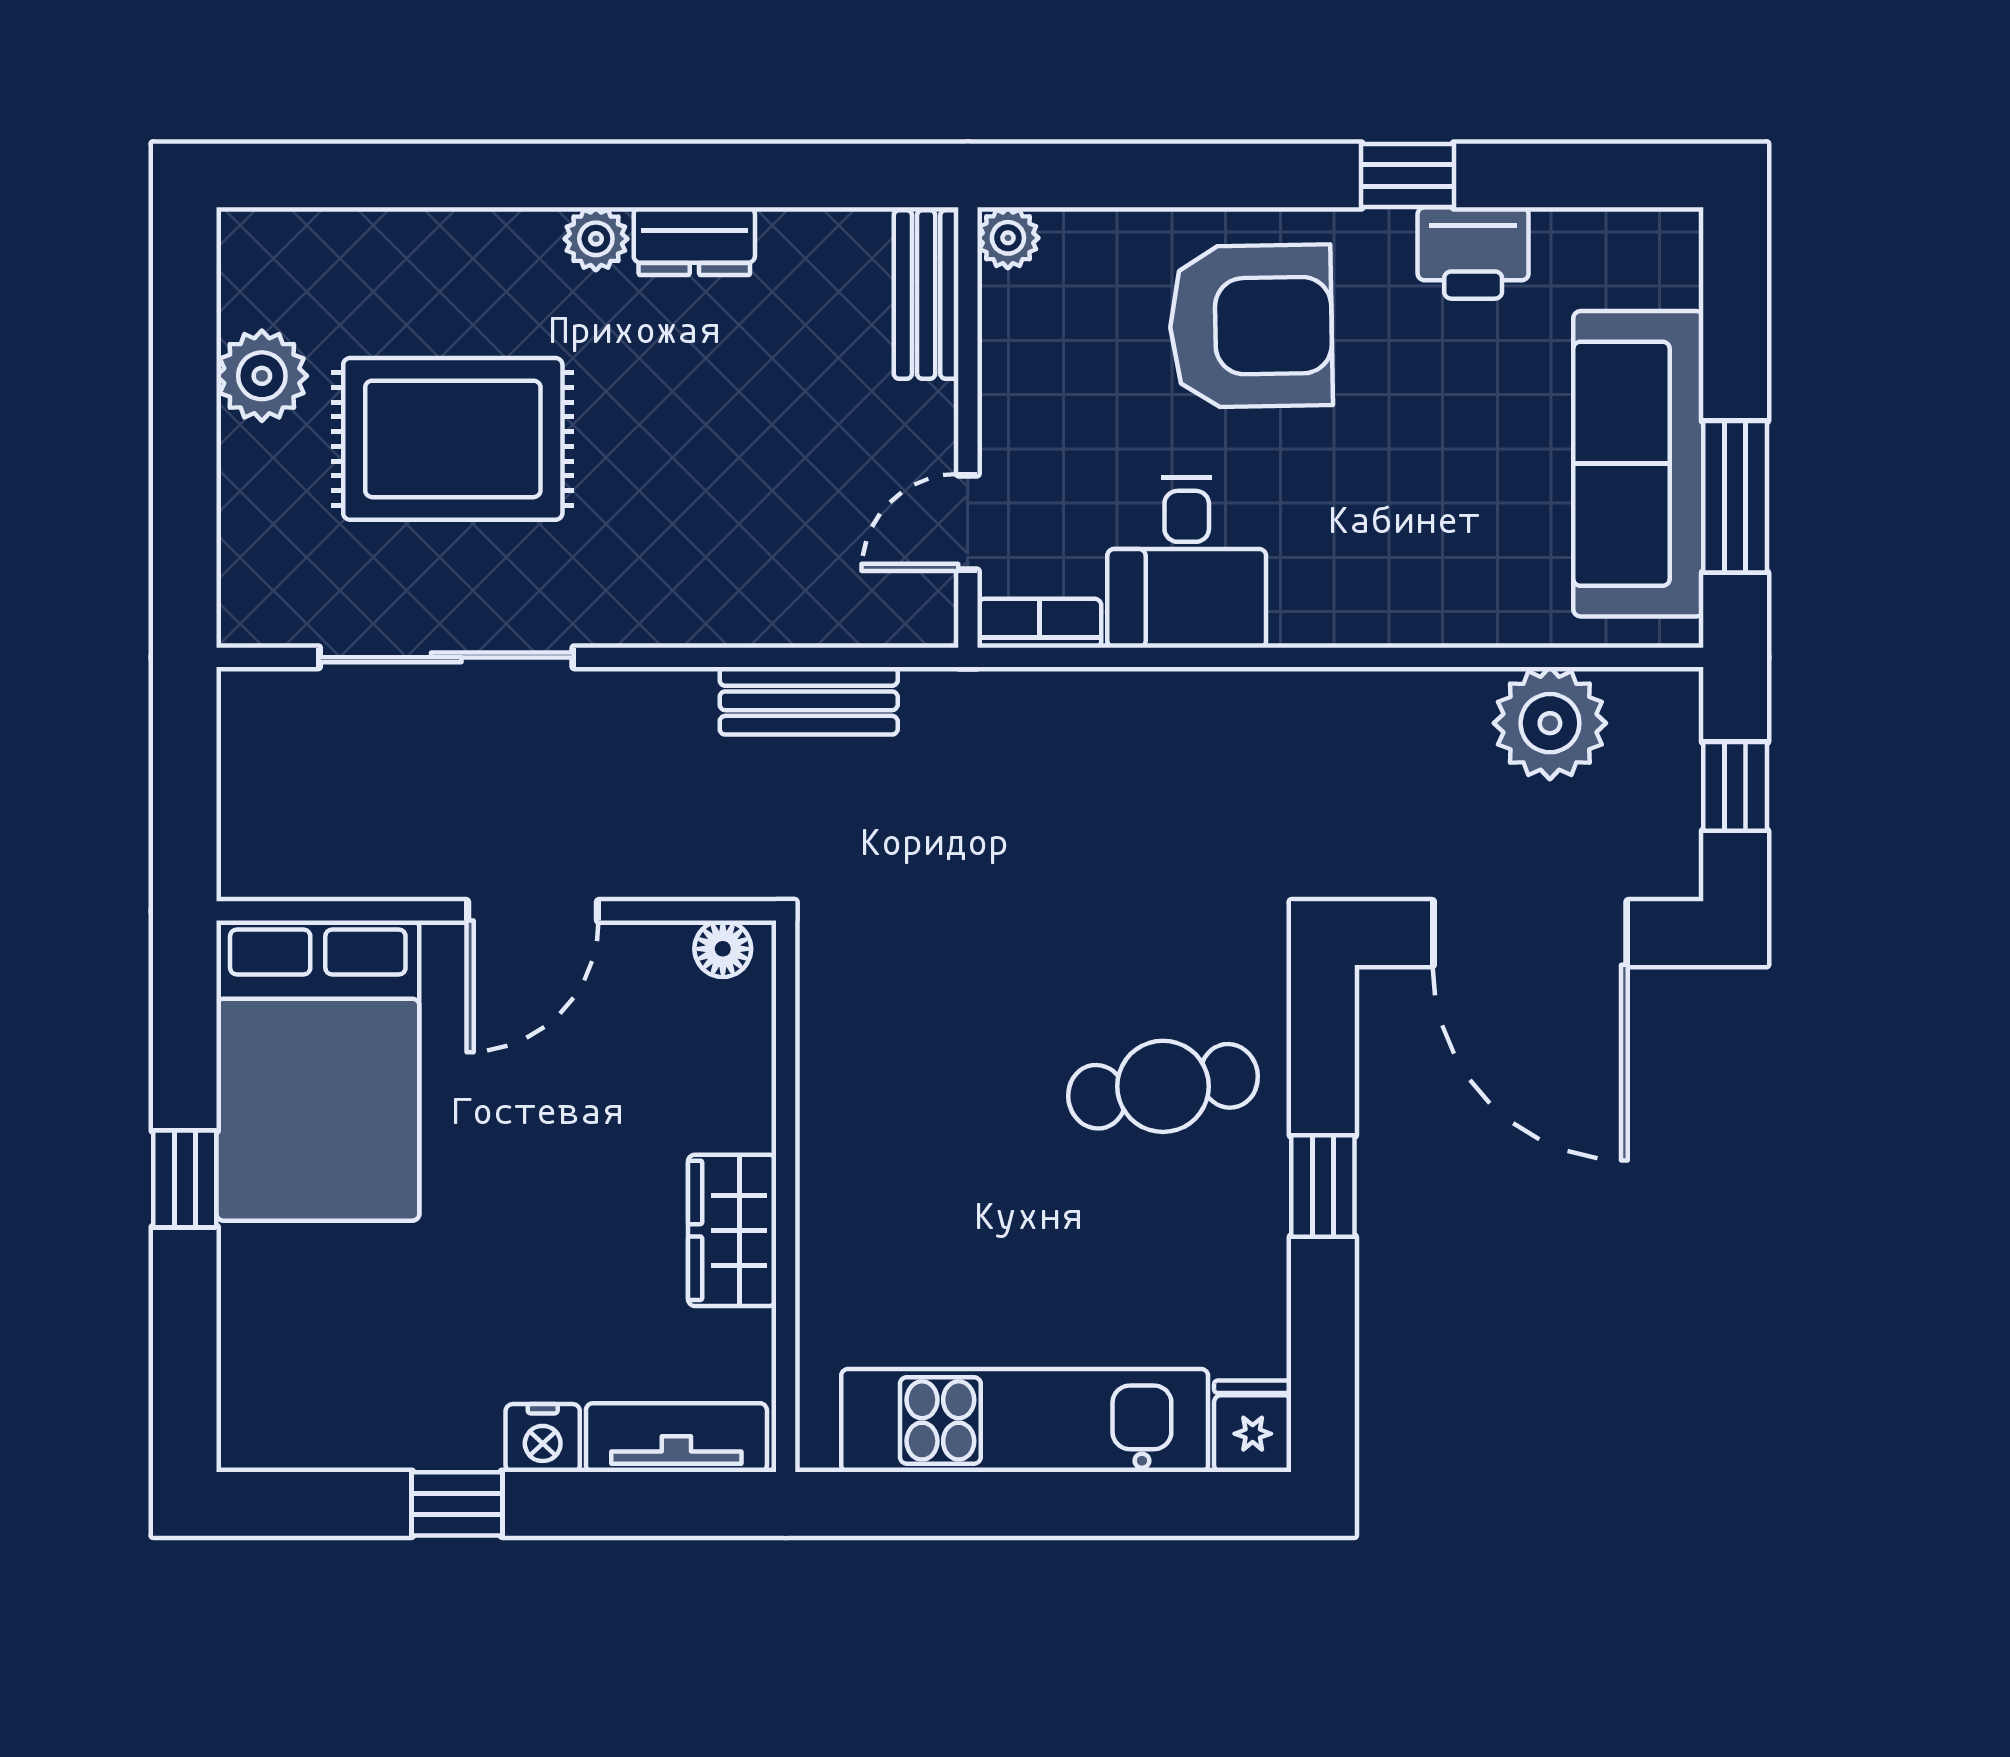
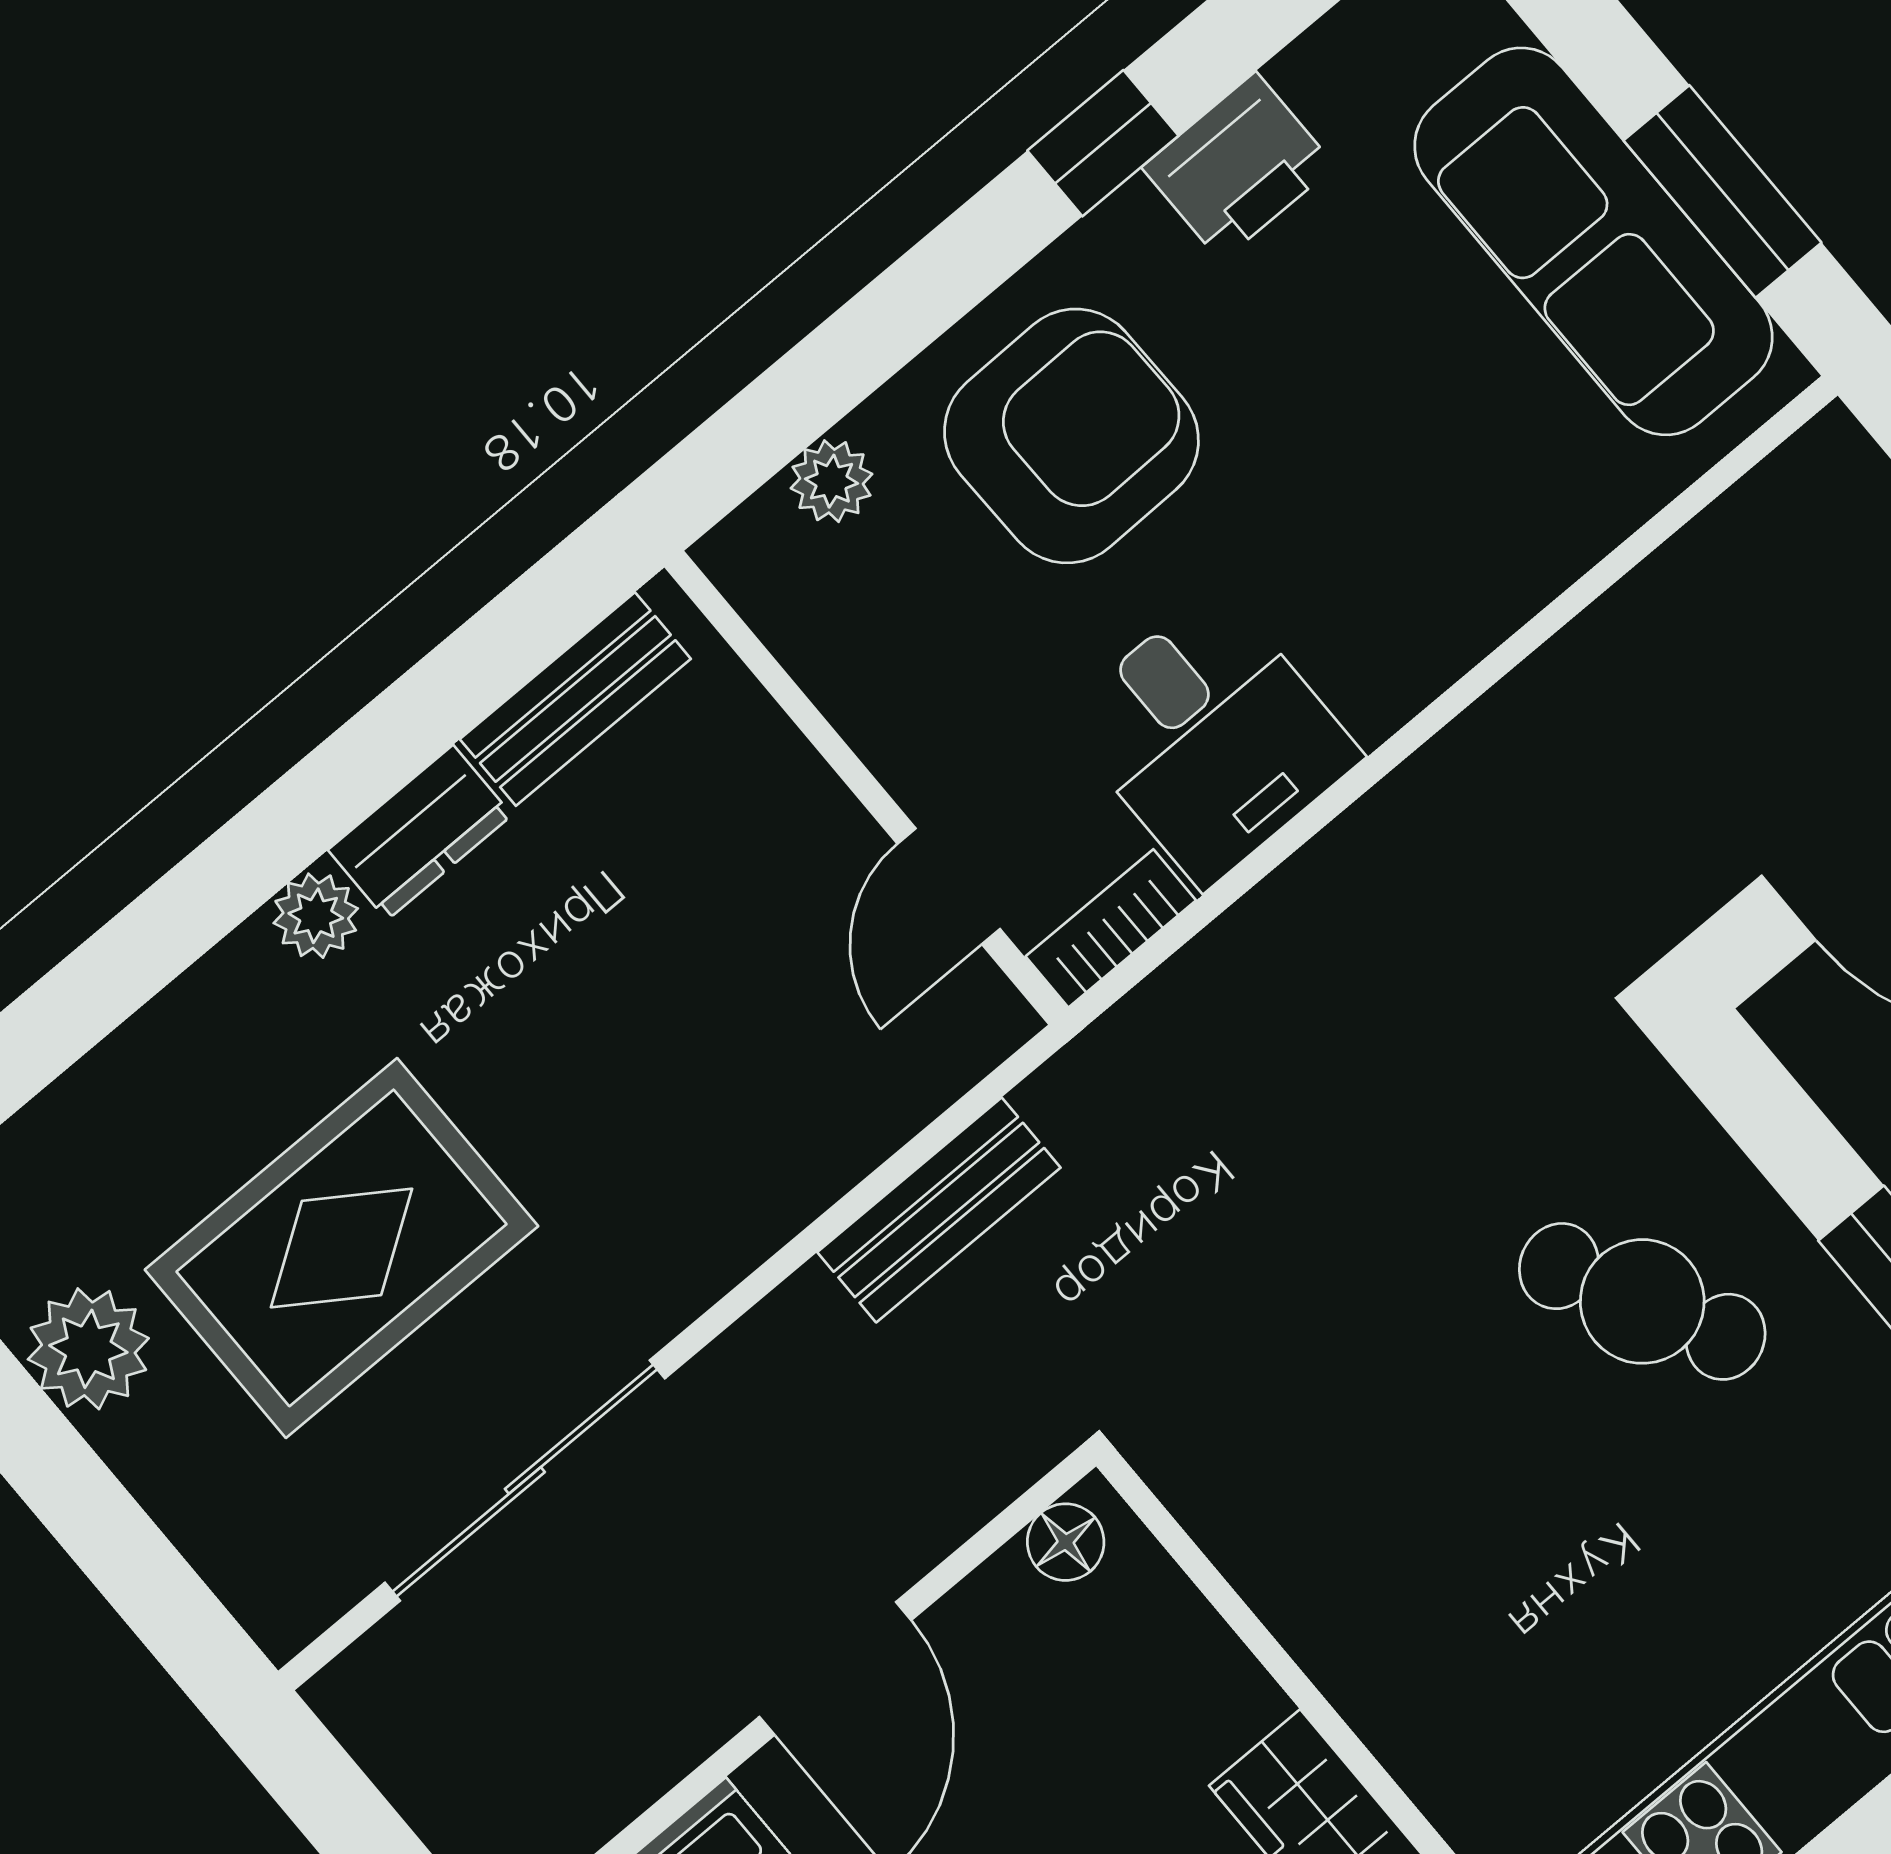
plant: (1008, 238) -> (832, 481), moved
bench: (926, 294) -> (575, 699), moved, turned 90
plant: (1550, 723) -> (1728, 588), removed
cafe table: (1163, 1086) -> (1642, 1301), turned 72

